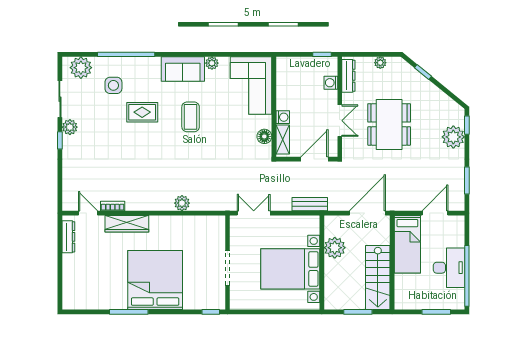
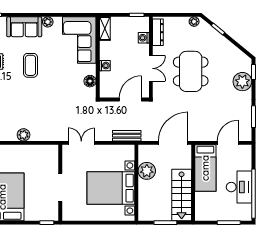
plant: (380, 63) -> (194, 22), moved
shelving: (283, 140) -> (105, 29), moved

